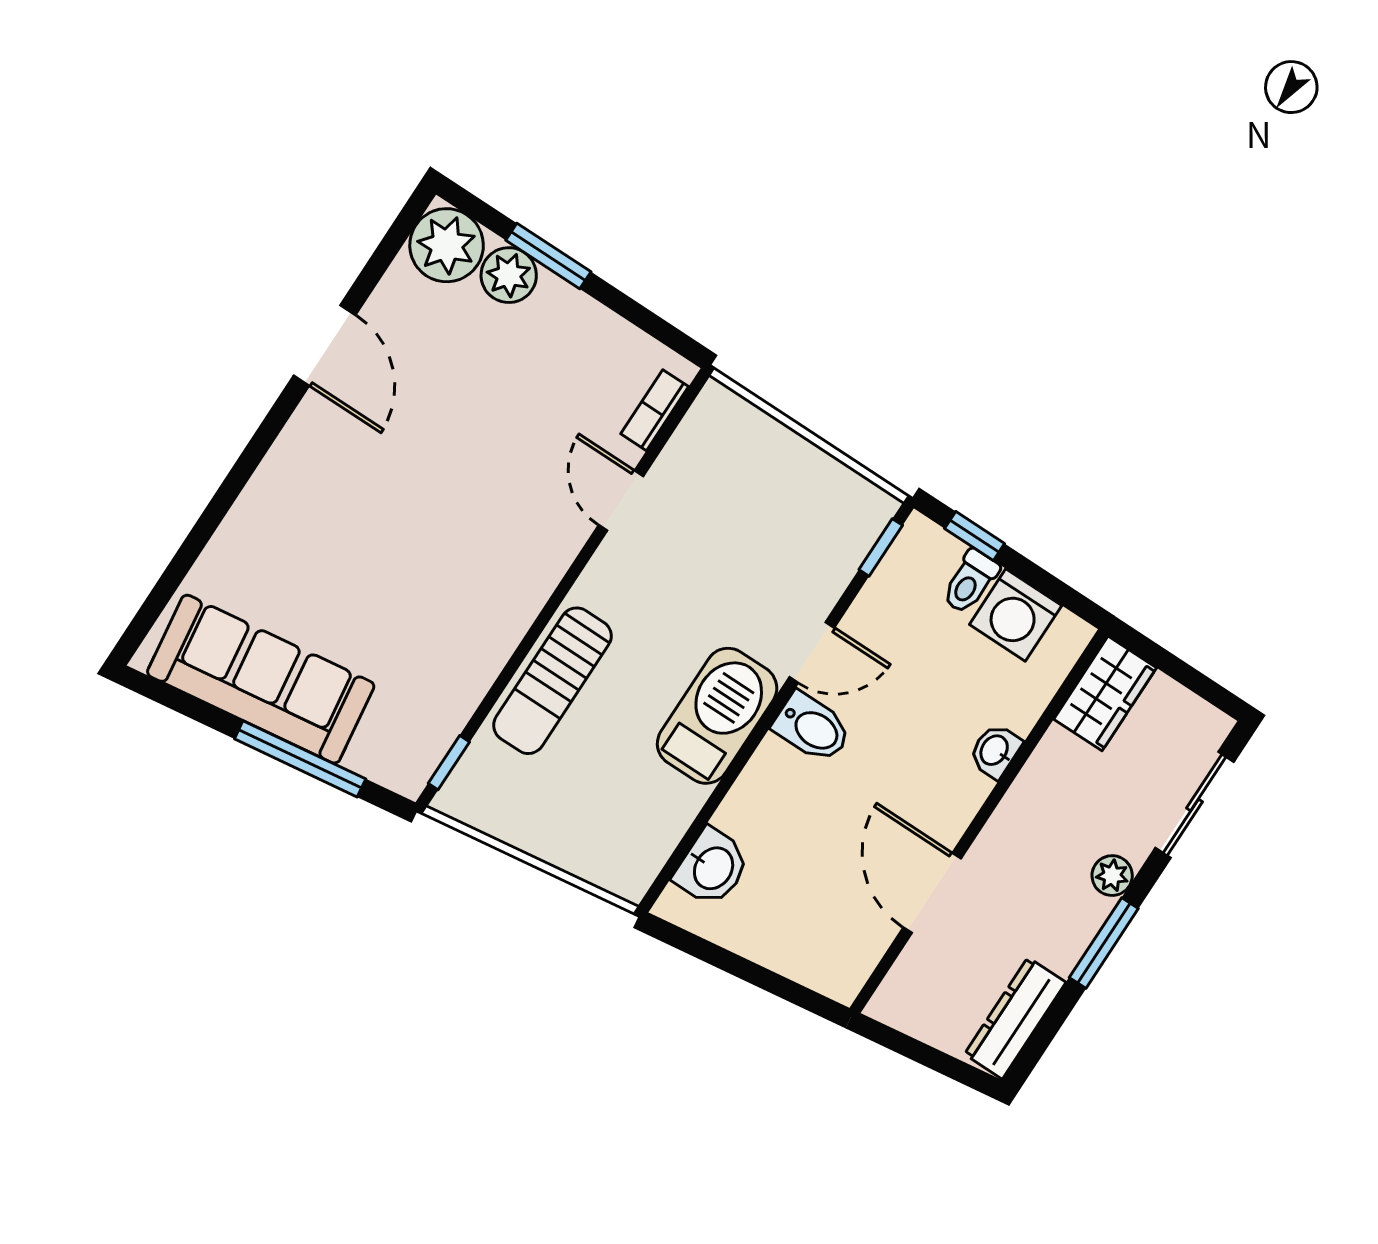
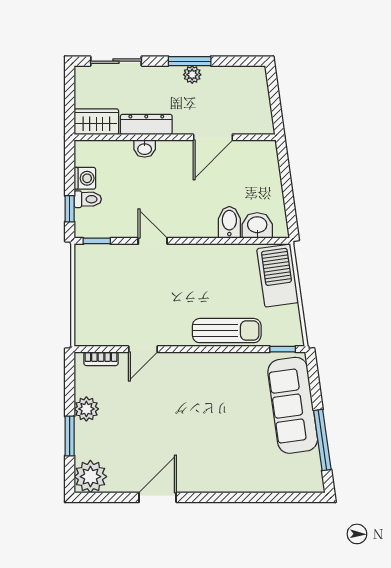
plant: (509, 275) -> (86, 409), moved
washing machine: (1016, 615) -> (85, 178), width x0.73, depth x0.73
sofa: (261, 679) -> (293, 405), moved
barbecue: (717, 716) -> (278, 276), moved, turned 82
bidet: (812, 728) -> (229, 222), moved
window: (300, 759) -> (322, 440), moved
plant: (1112, 876) -> (192, 75), moved
dresser: (1015, 1018) -> (146, 124), moved, turned 180

